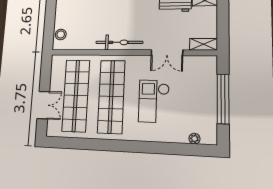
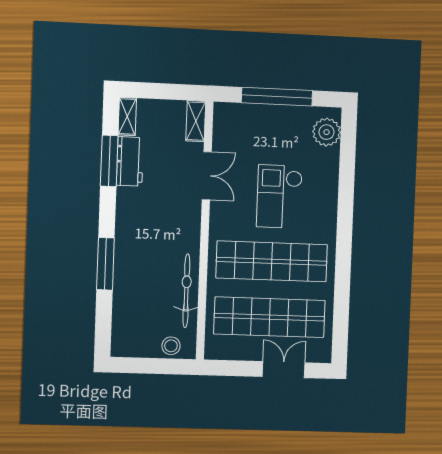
bicycle: (119, 42) -> (186, 291), moved
checkout: (154, 101) -> (279, 196), turned 90
plant: (195, 139) -> (327, 132), width x1.88, depth x1.88

